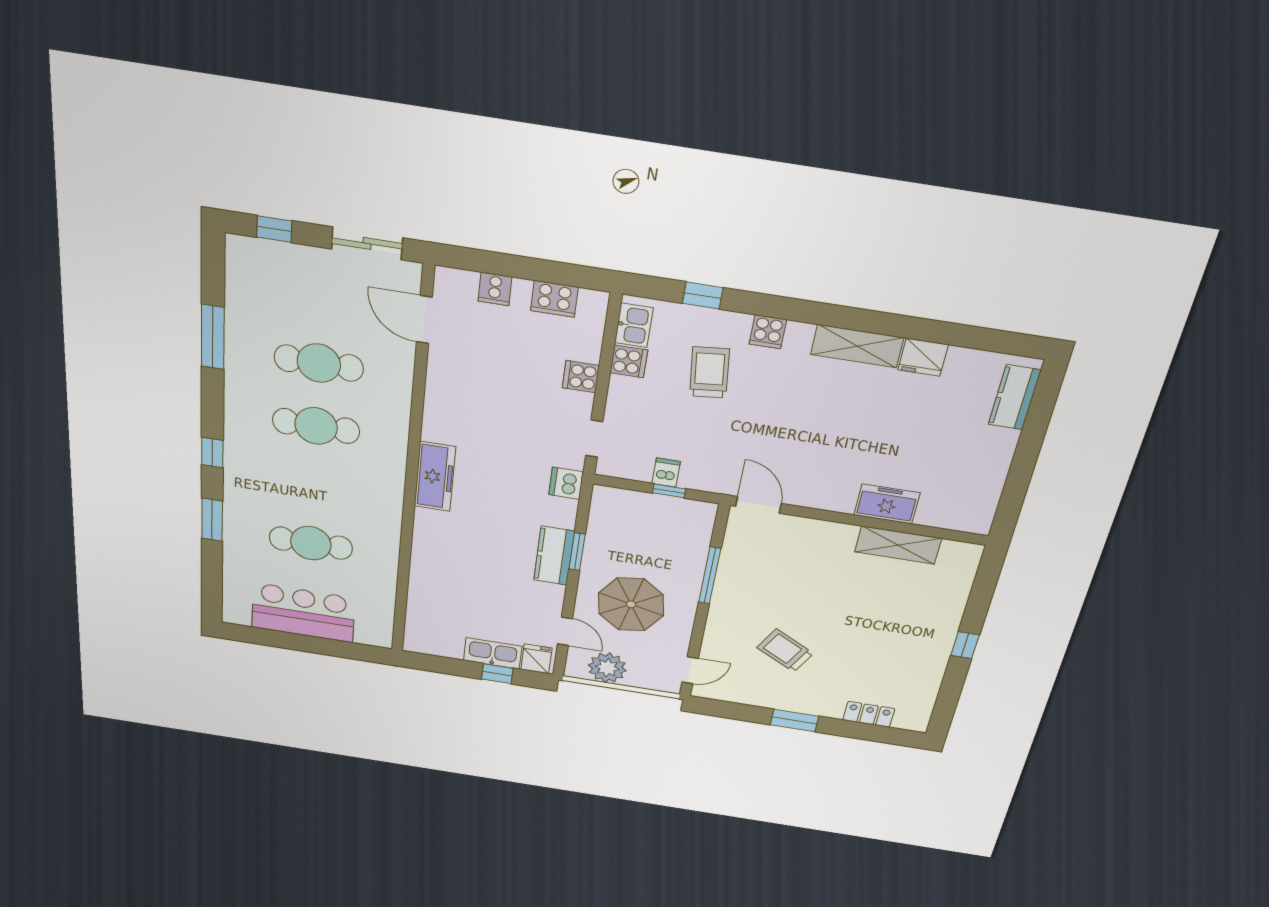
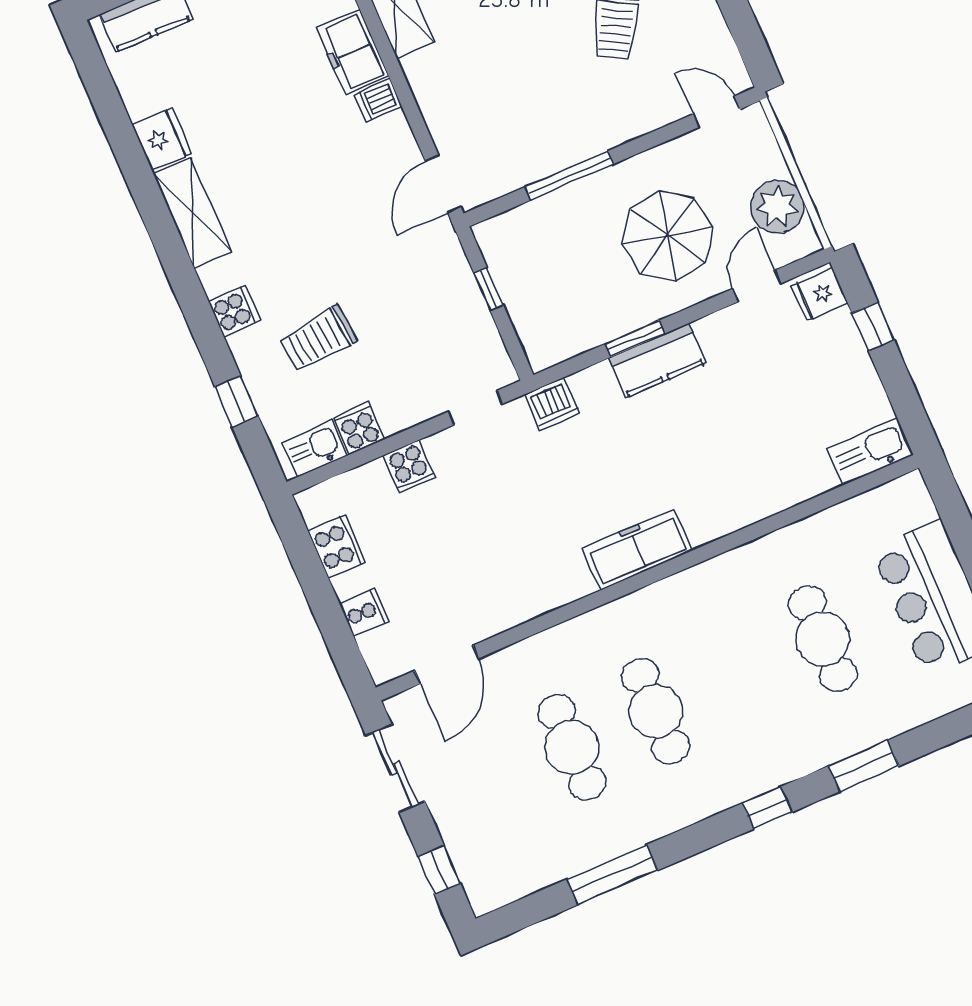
dishwasher: (666, 472) -> (378, 100), moved
kitchen sink: (493, 653) -> (870, 452), moved, turned 90

